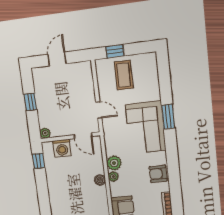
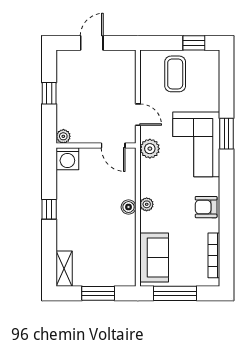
window: (115, 51) -> (194, 43), moved
washing machine: (62, 148) -> (67, 159), moved
window: (38, 161) -> (49, 209), moved
plant: (114, 163) -> (150, 149), moved

